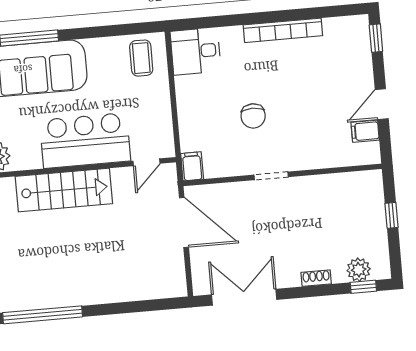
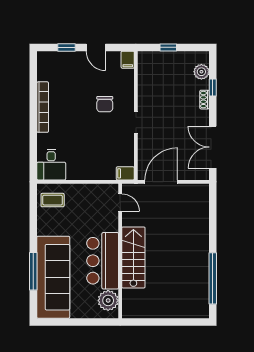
window: (376, 38) -> (67, 47), moved
chair: (253, 116) -> (105, 104), moved, turned 90
filing cabinet: (365, 131) -> (128, 60), moved
bar counter: (85, 141) -> (103, 261), moved
window: (363, 287) -> (213, 88), moved

